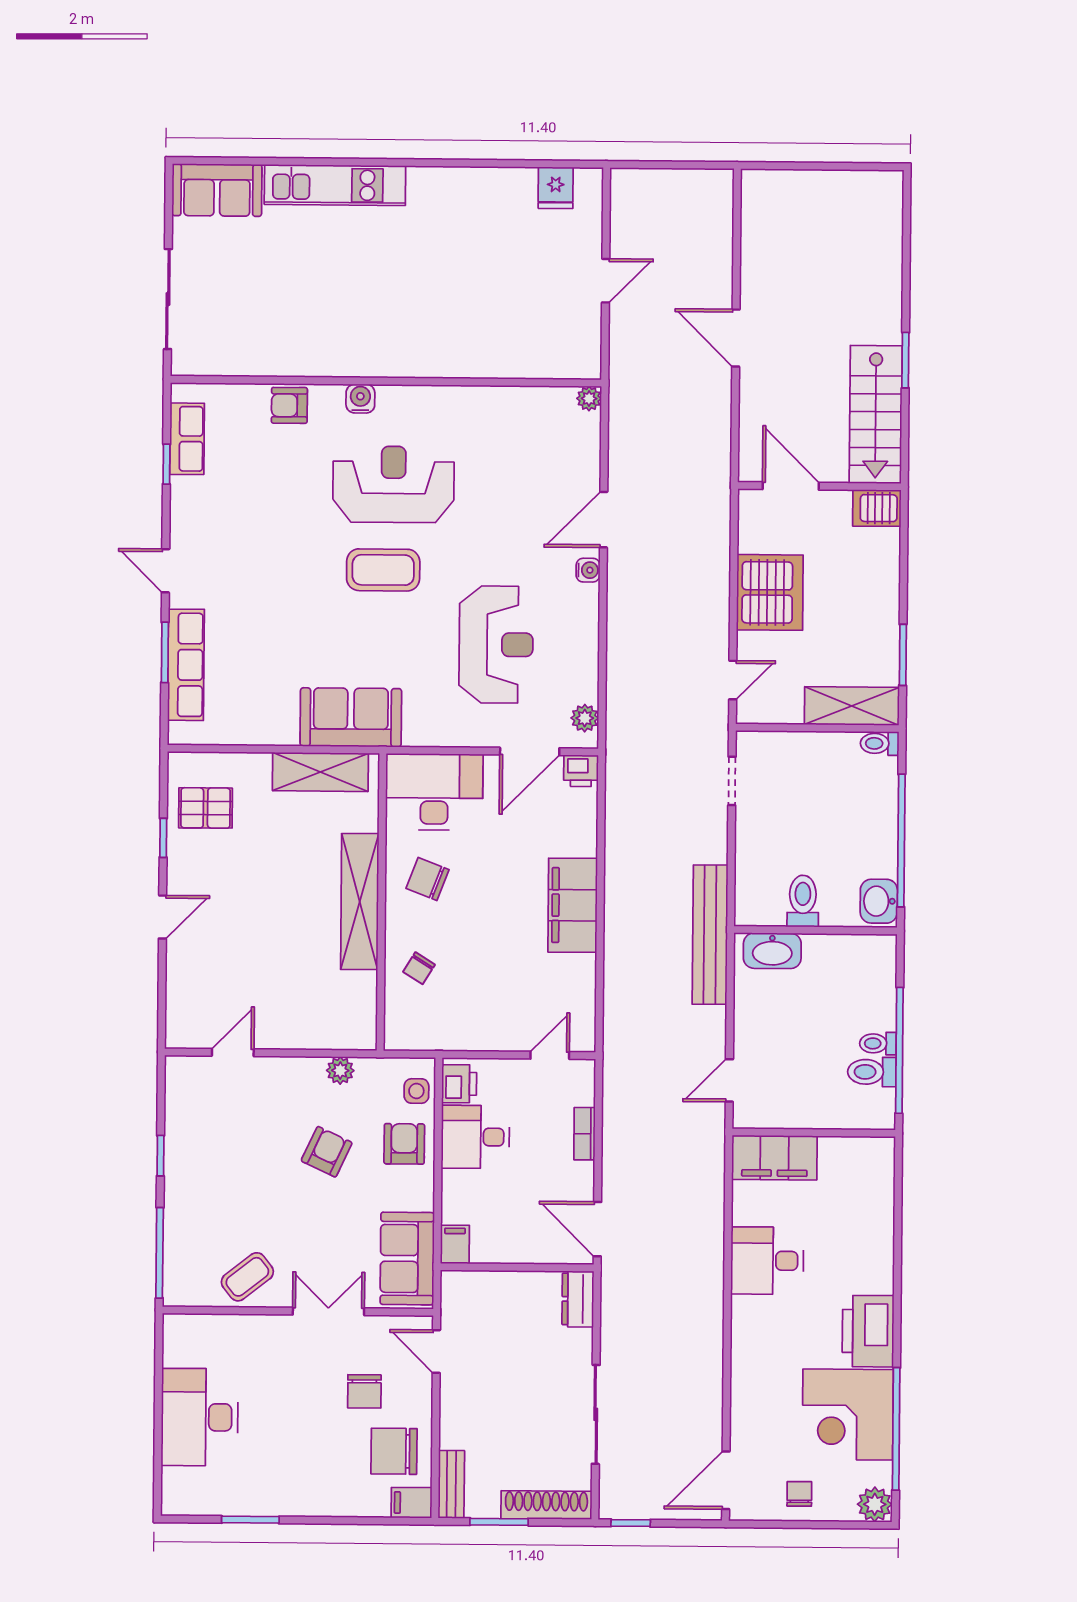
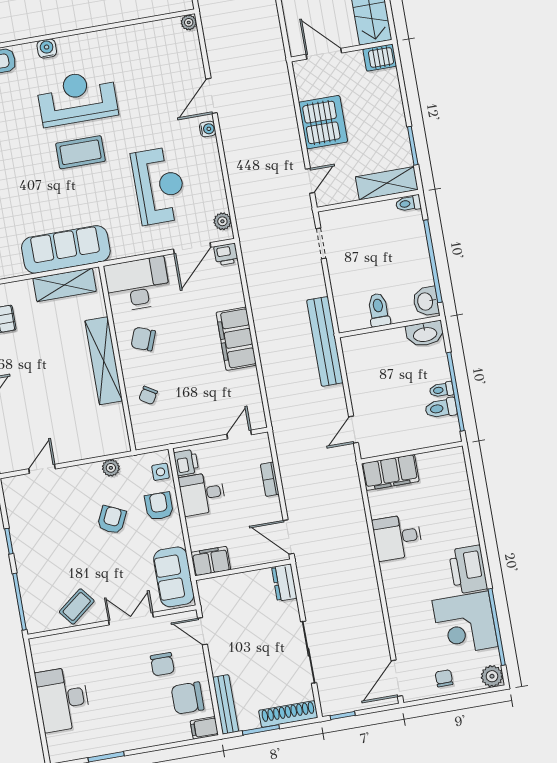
sofa: (351, 717) -> (66, 249), width x1.36
washbasin: (772, 951) -> (425, 334), moved
filing cabinet: (455, 1244) -> (211, 561), width x2.00
bench: (451, 1484) -> (226, 704), width x1.36

